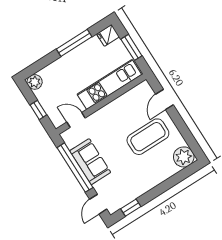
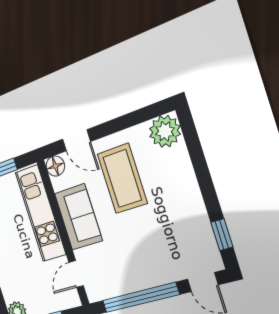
floor lamp: (144, 88) -> (55, 166), added
sofa: (90, 162) -> (78, 217), moved, turned 90

